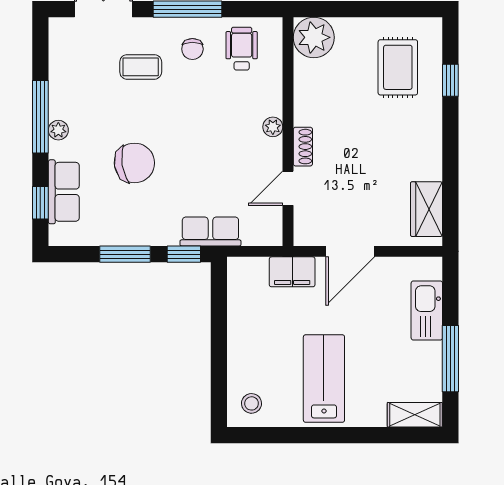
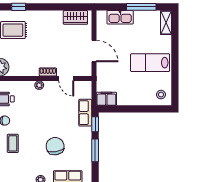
filing cabinet: (292, 272) -> (106, 99), moved, turned -90

